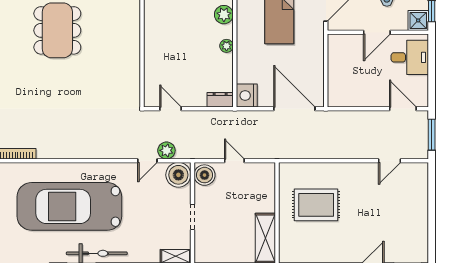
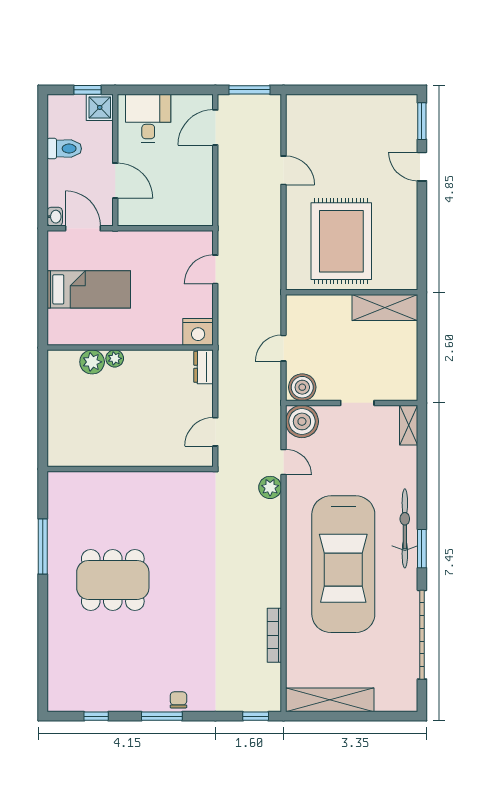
door: (377, 32) -> (115, 181), moved
plant: (227, 46) -> (115, 358), moved
door: (294, 109) -> (215, 269), width x0.53
plant: (166, 150) -> (270, 487), moved
door: (389, 161) -> (283, 170), moved
rug: (316, 205) -> (341, 241), width x1.37, depth x1.44

